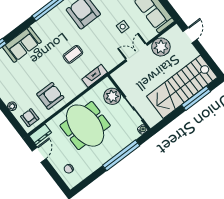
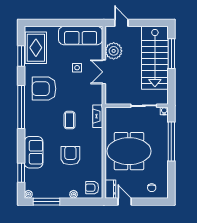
armchair: (50, 96) -> (70, 156), moved
plant: (112, 96) -> (123, 115), removed

